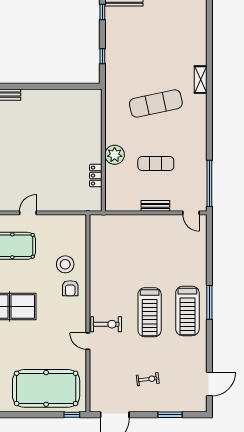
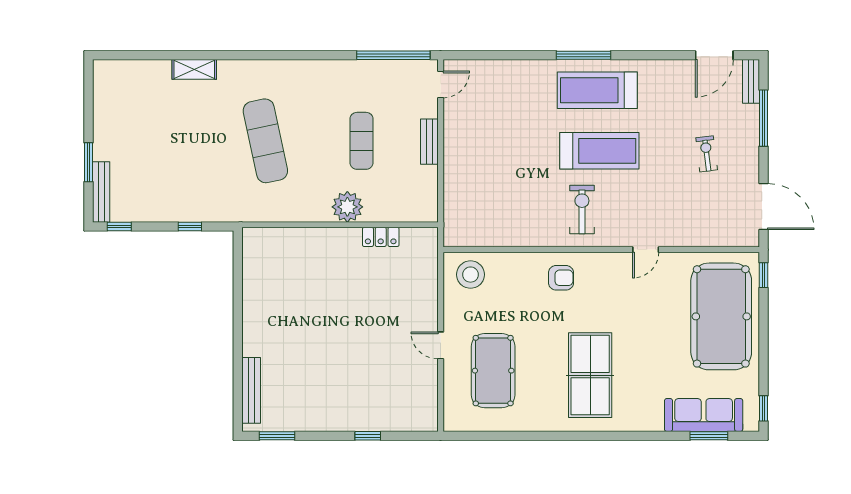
shelving: (201, 80) -> (194, 69), moved
stool: (65, 264) -> (470, 275), moved
treadmill: (187, 311) -> (597, 90), turned 180
exercise bike: (106, 324) -> (582, 210), moved
door: (209, 384) -> (714, 55), swing flipped
bench: (193, 407) -> (751, 81), added
window: (170, 415) -> (763, 118), width x1.44

